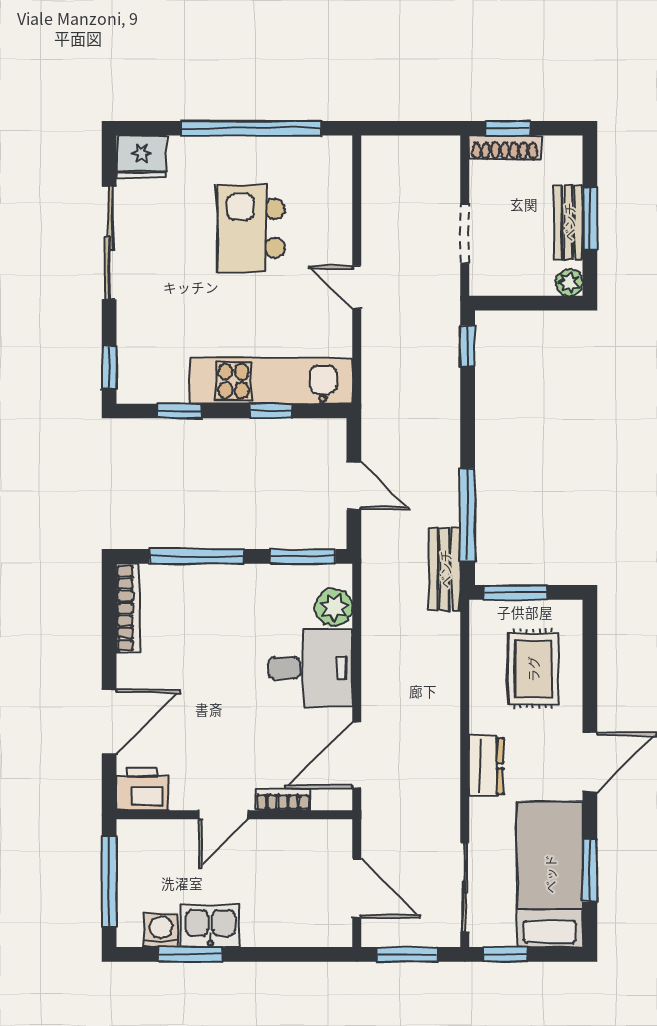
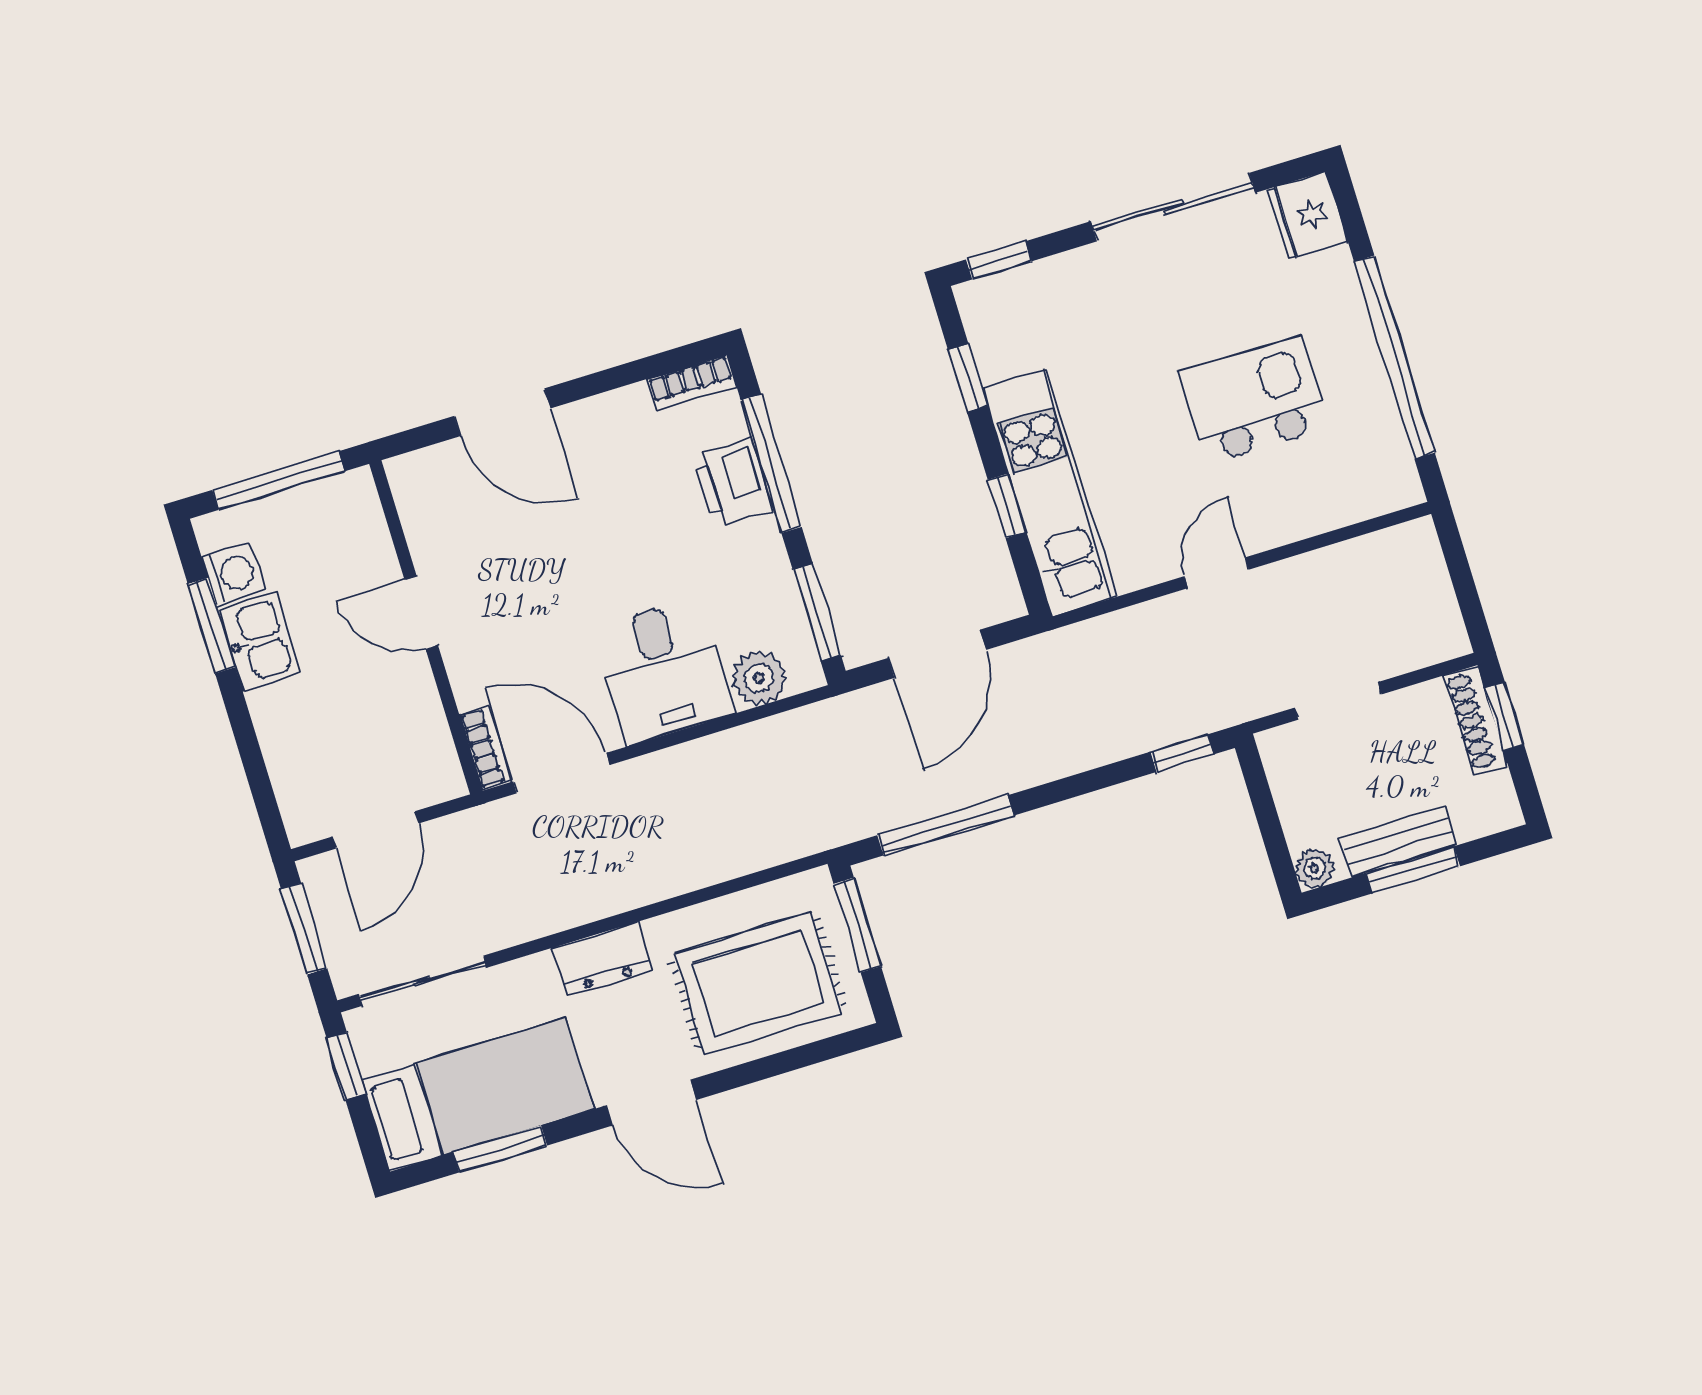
door: (354, 486) -> (937, 654), width x1.38
bench: (445, 569) -> (860, 816), removed
bookcase: (128, 608) -> (692, 383), width x0.64
rug: (533, 669) -> (758, 983), width x1.36, depth x1.43
printer: (142, 789) -> (733, 482), moved, turned 180
bookcase: (283, 800) -> (486, 748), moved

